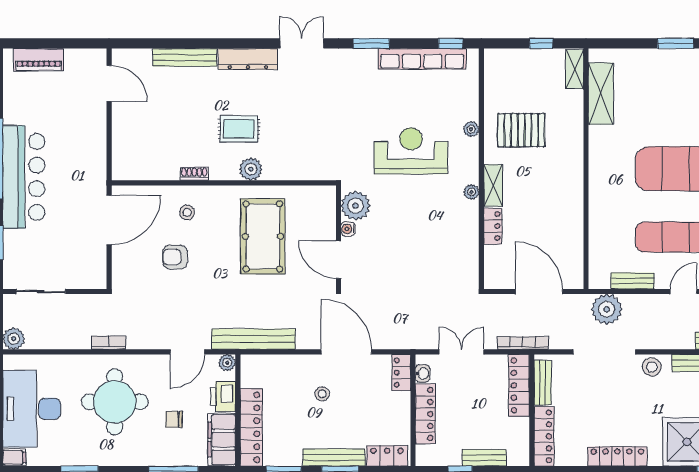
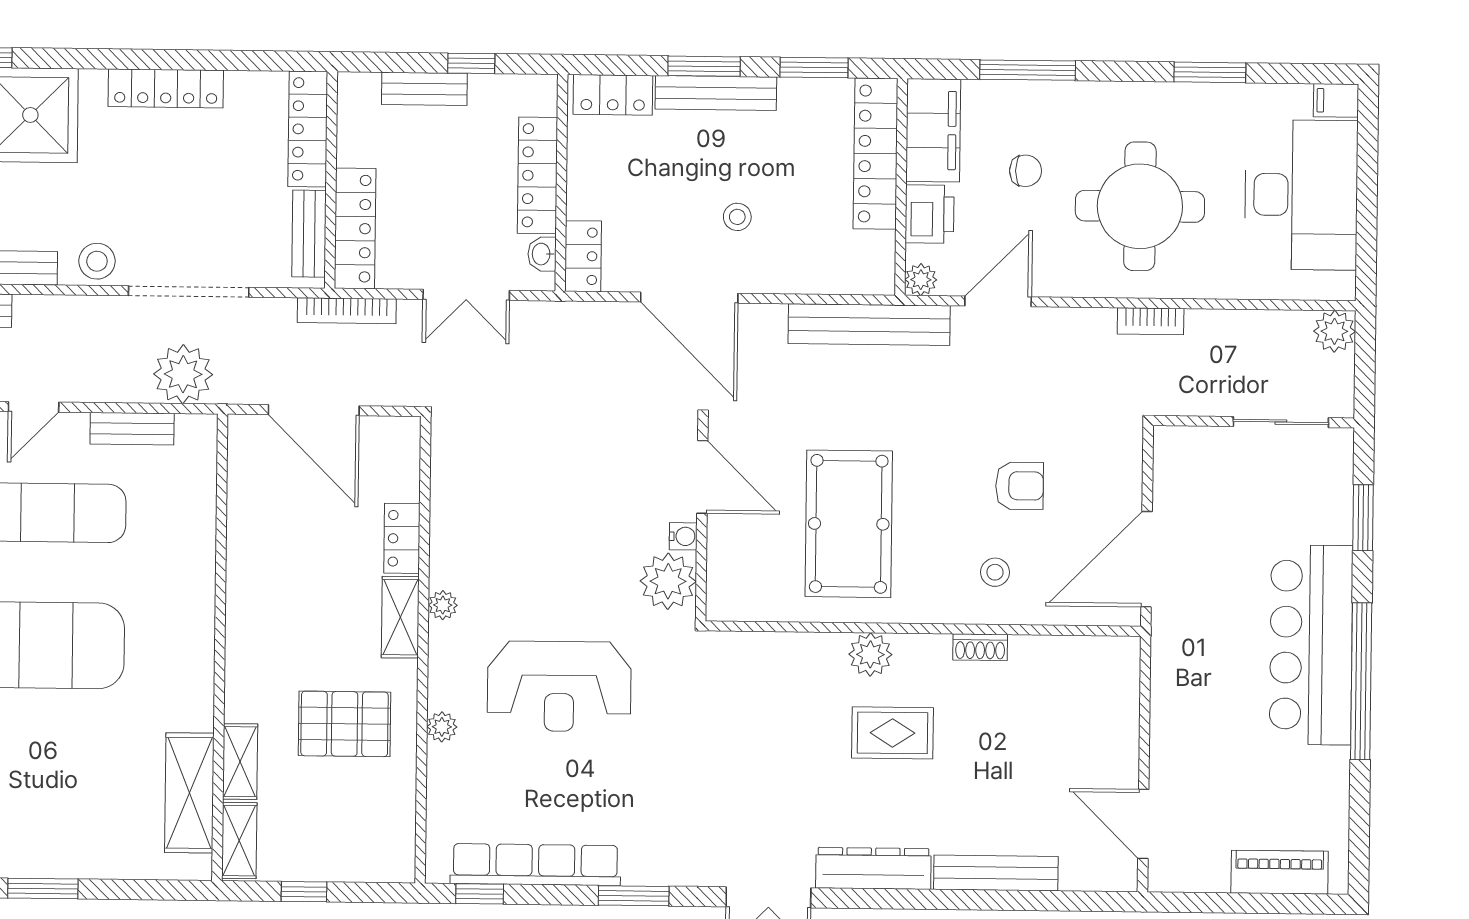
shelving: (575, 110) -> (240, 762), added

